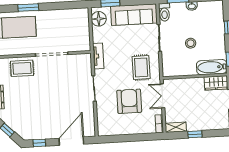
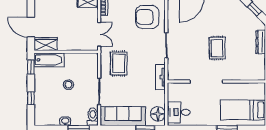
desk: (78, 22) -> (179, 112), added
rug: (22, 68) -> (217, 48), moved, turned 90
armchair: (129, 101) -> (147, 17), moved, turned 90

